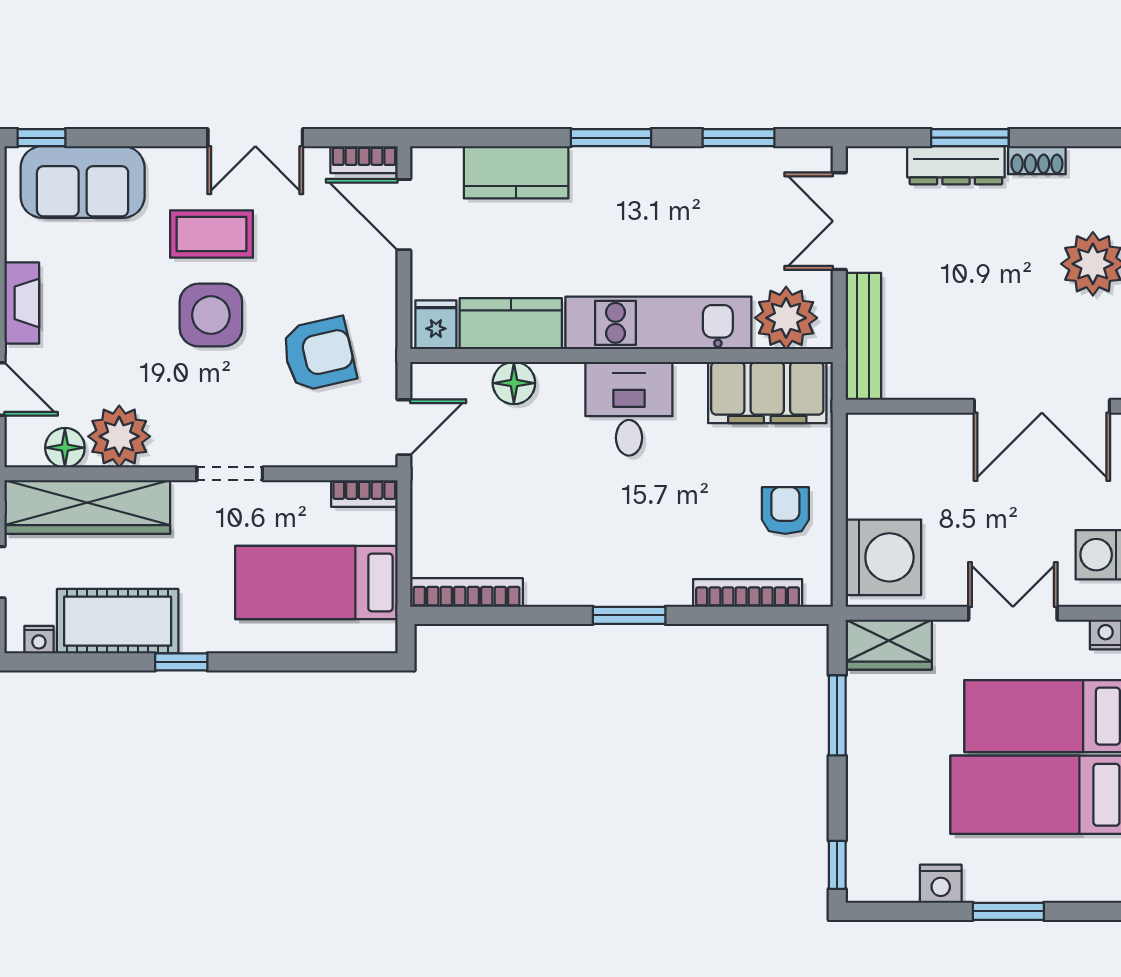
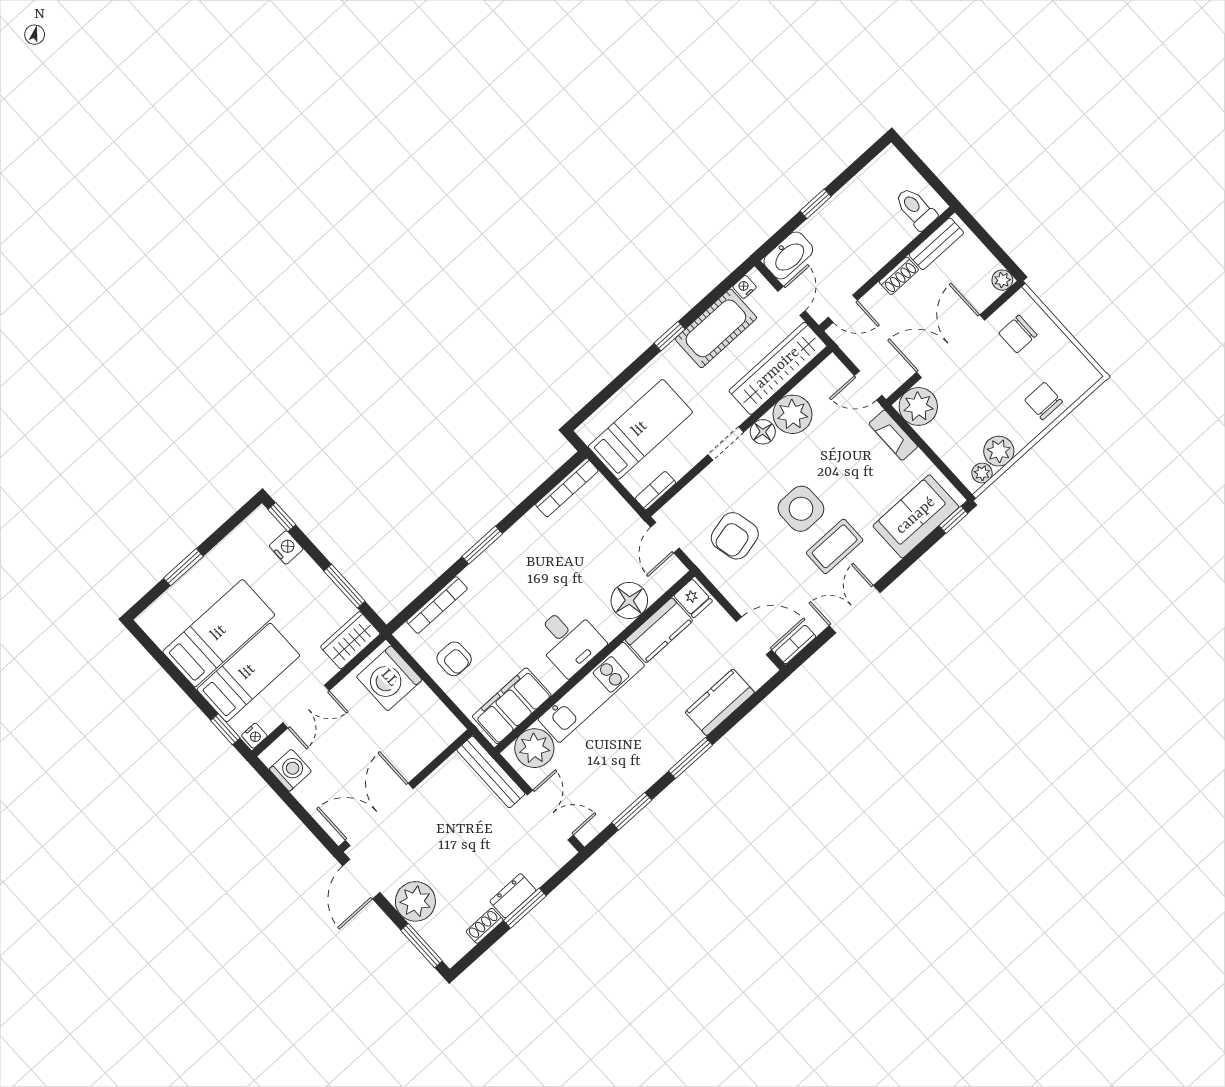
dresser: (956, 165) -> (513, 896), width x0.70
floor lamp: (514, 383) -> (629, 600), width x1.38, depth x1.38
floor lamp: (65, 448) -> (763, 432), moved
nightstand: (941, 884) -> (286, 547), moved, turned 90

